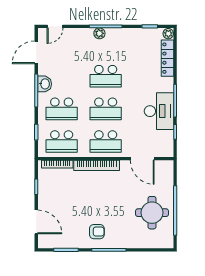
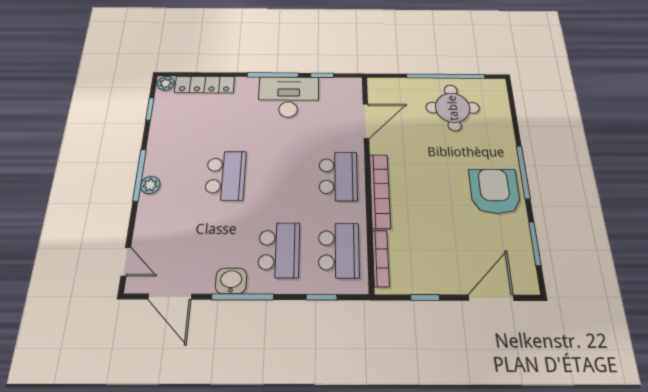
school desk: (106, 109) -> (282, 176), removed
armchair: (97, 232) -> (495, 191), width x1.88, depth x1.88

